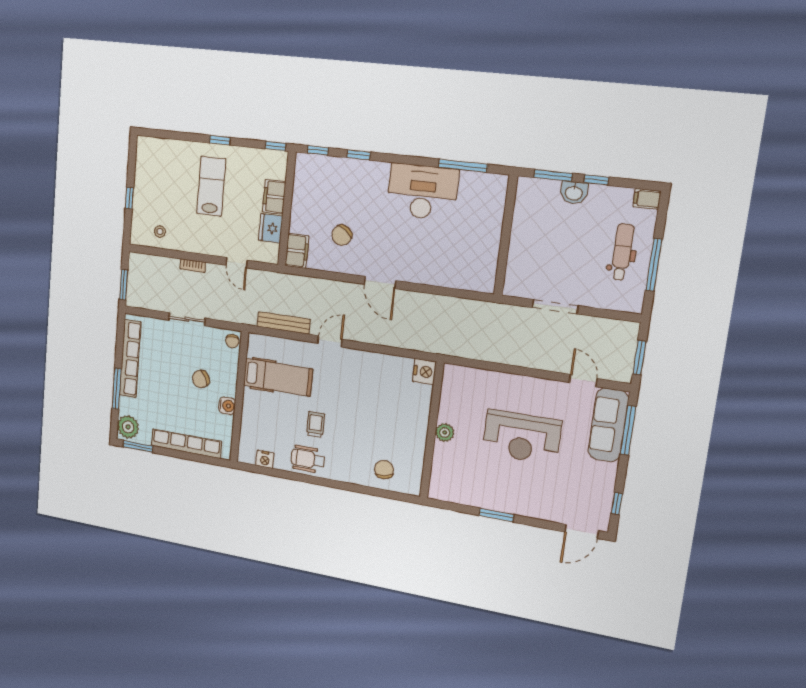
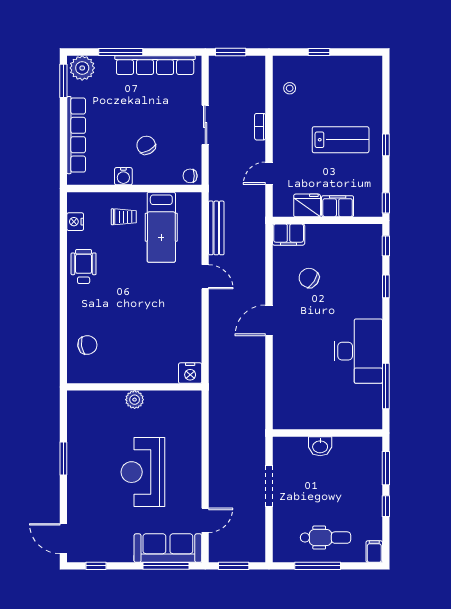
washbasin: (574, 193) -> (320, 446), moved, turned -90
trolley: (316, 425) -> (124, 217), moved

